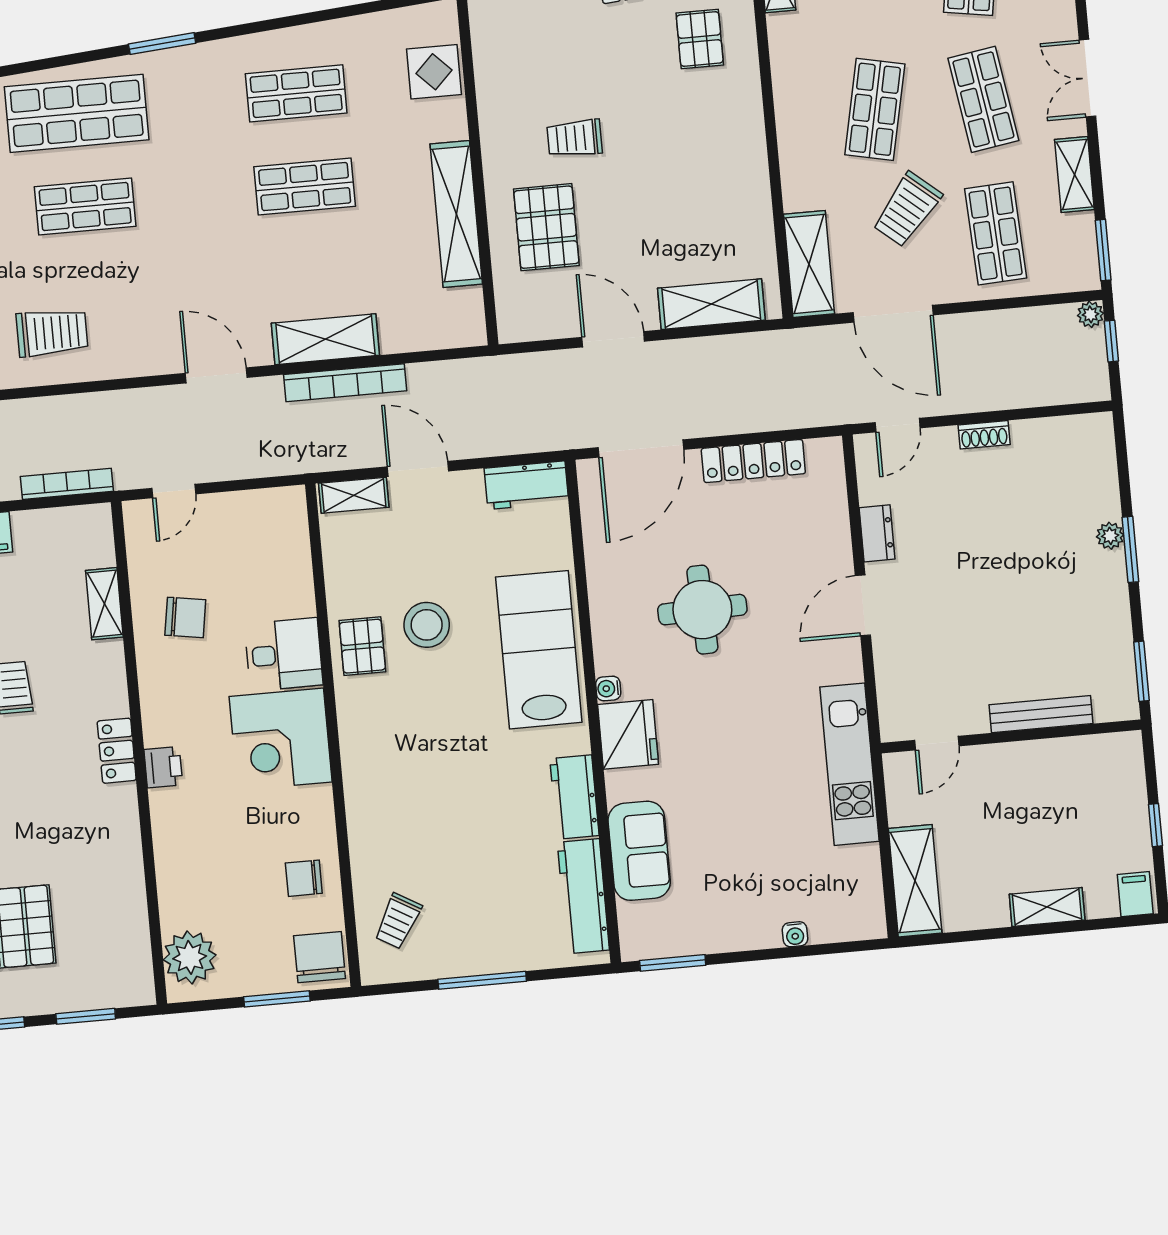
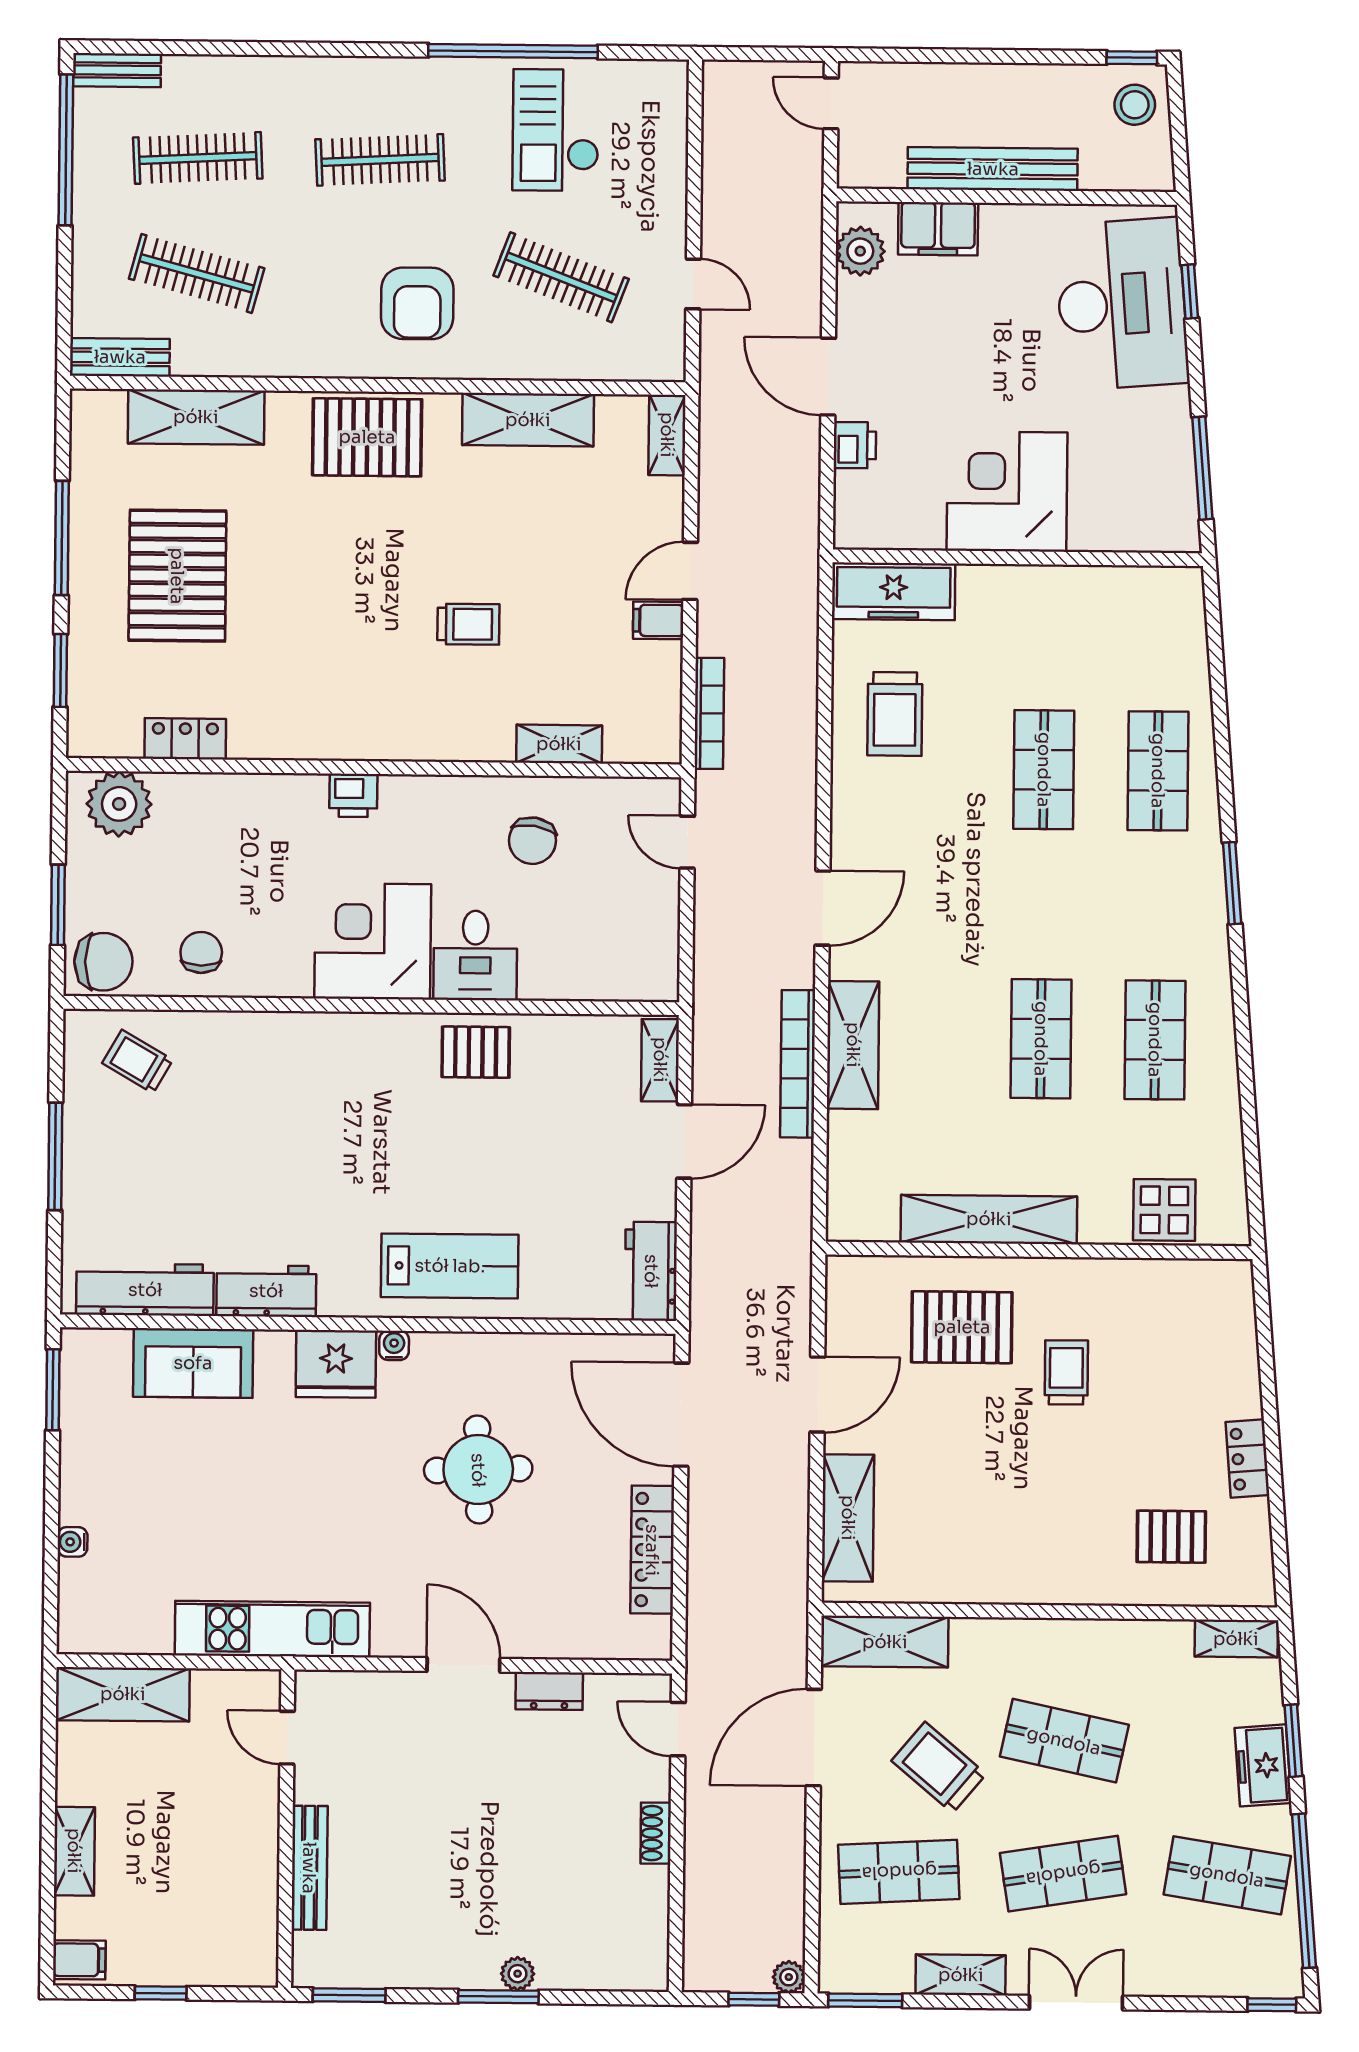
shop shelf: (77, 113) -> (1158, 771), width x0.70, depth x0.74
stool: (427, 625) -> (494, 1133), removed
lab bench: (539, 650) -> (450, 1266), width x0.73, depth x0.72
locker: (117, 751) -> (185, 739), moved

